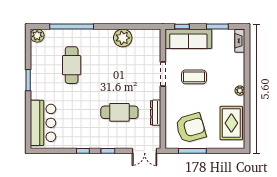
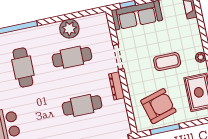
cafe table: (119, 65) -> (72, 57), added
coffee table: (194, 77) -> (167, 62), moved
dresser: (156, 113) -> (117, 86), moved

